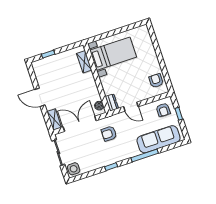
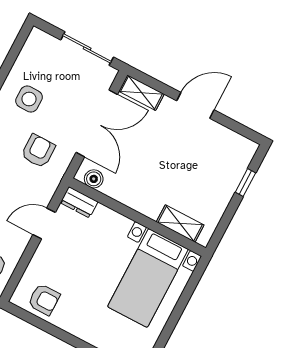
side table: (74, 169) -> (29, 99), moved

